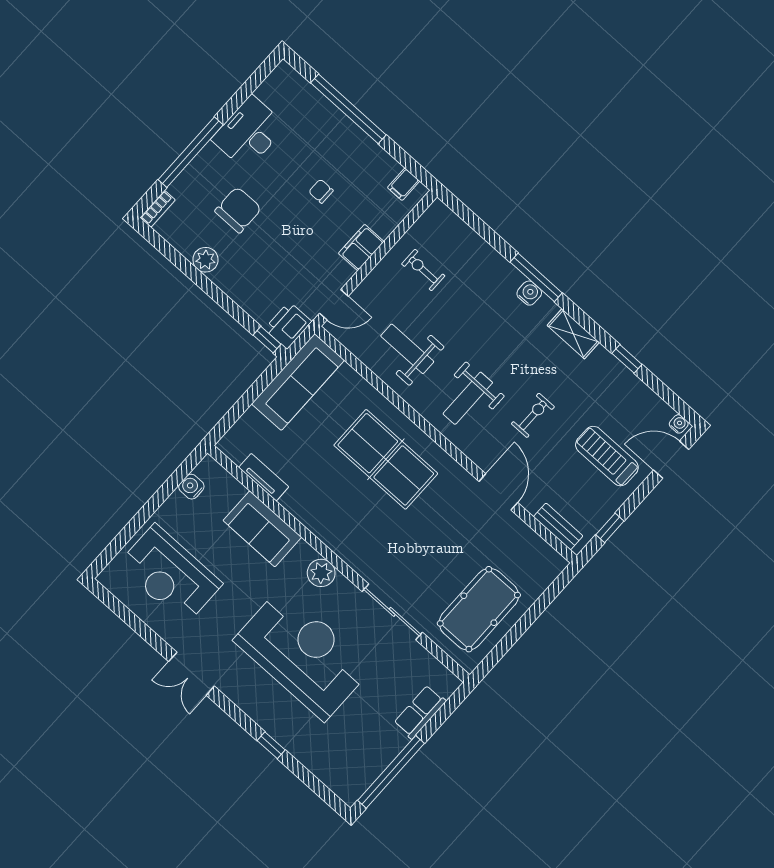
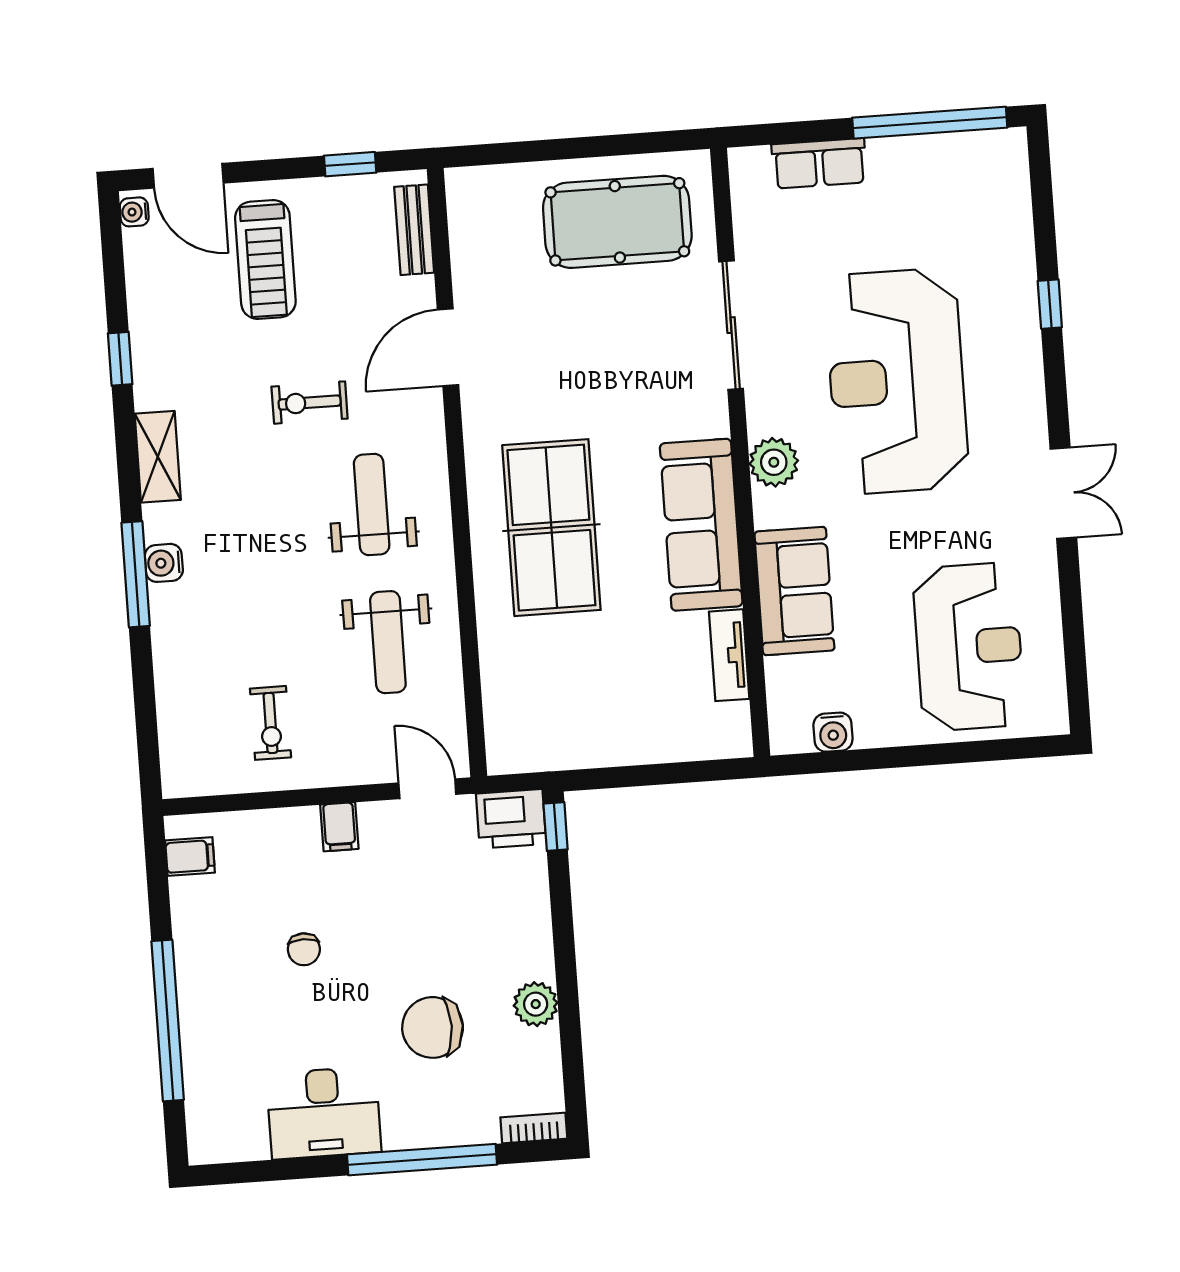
filing cabinet: (361, 247) -> (339, 827), width x0.50
sofa: (298, 382) -> (701, 525), moved, turned -90
weight bench: (468, 398) -> (372, 504), turned -90

